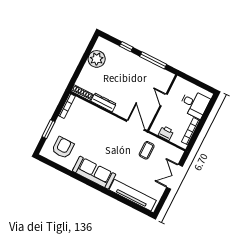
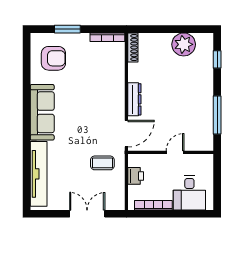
window: (126, 47) -> (217, 59), moved
dresser: (103, 102) -> (134, 99), moved

